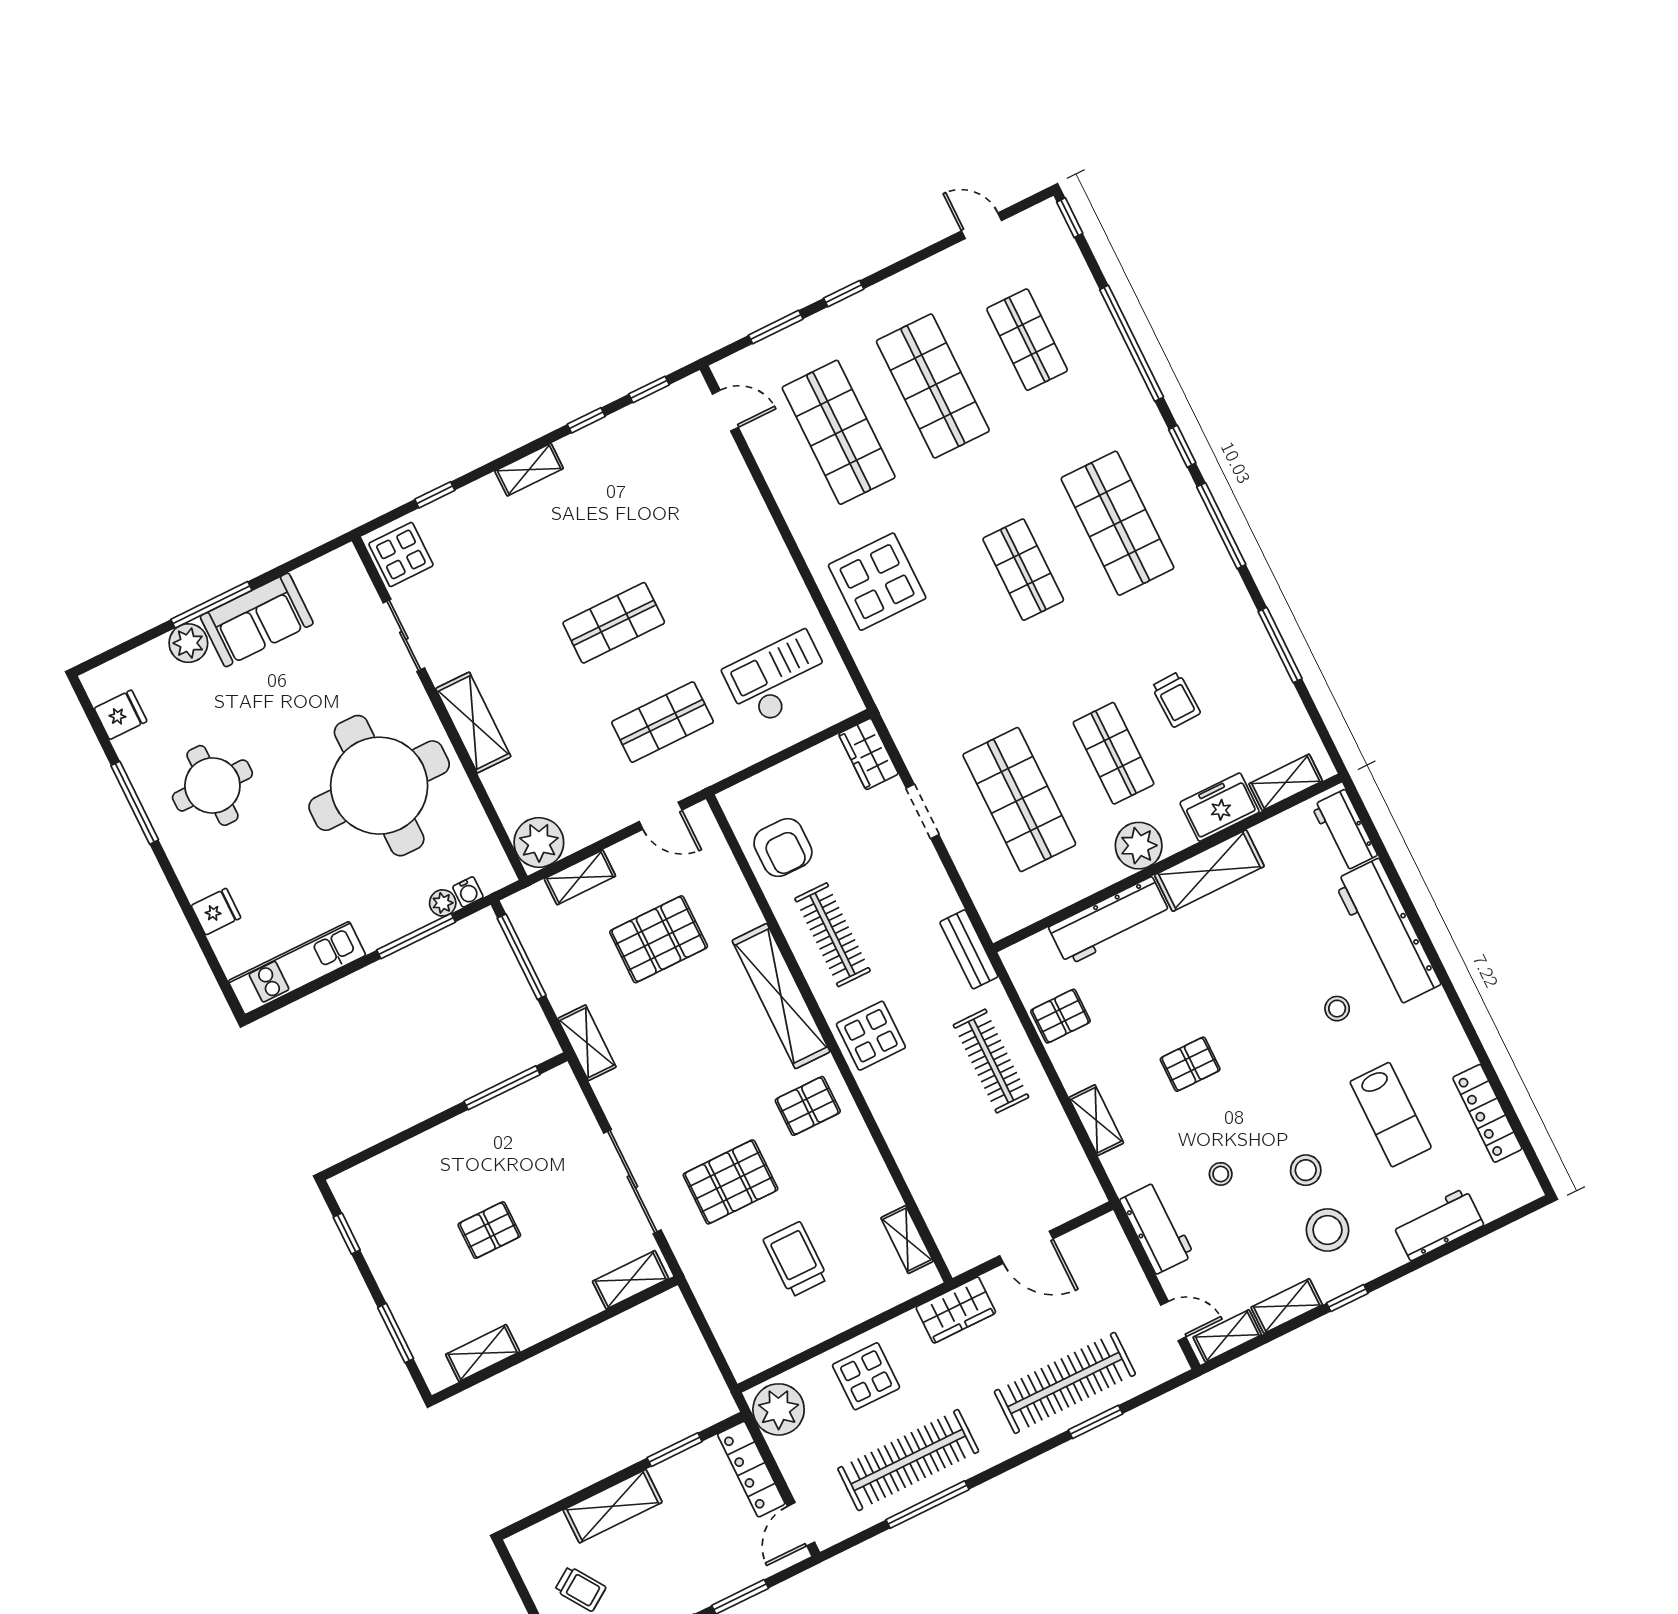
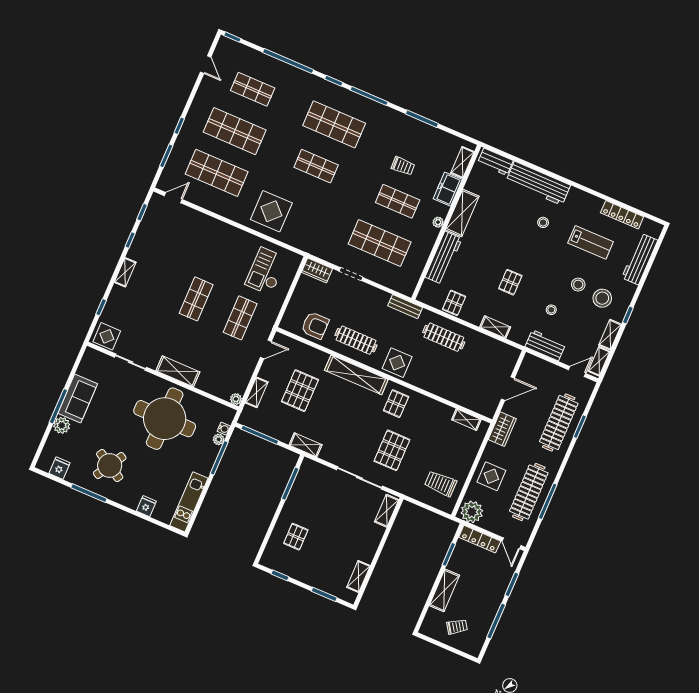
door: (982, 226) -> (206, 65), swing flipped
round table: (212, 785) -> (110, 466), turned 31
plant: (539, 842) -> (236, 399), width x0.53, depth x0.53
plant: (1139, 846) -> (438, 222), width x0.53, depth x0.53
workbench: (1438, 1224) -> (640, 259), width x1.37
pallet: (489, 1230) -> (296, 537), moved
trolley: (796, 1259) -> (441, 484), moved

